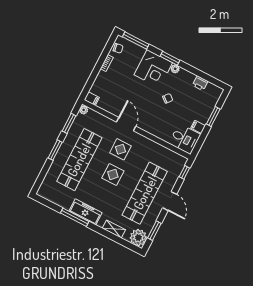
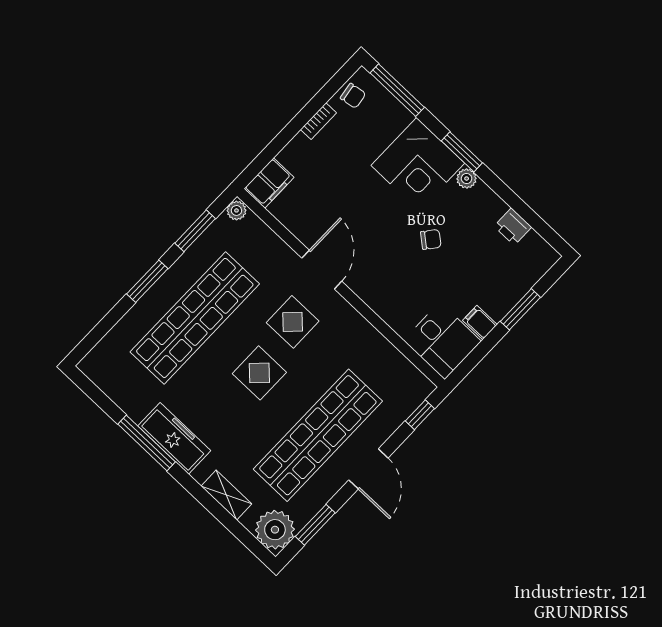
filing cabinet: (92, 99) -> (269, 183), width x2.00

